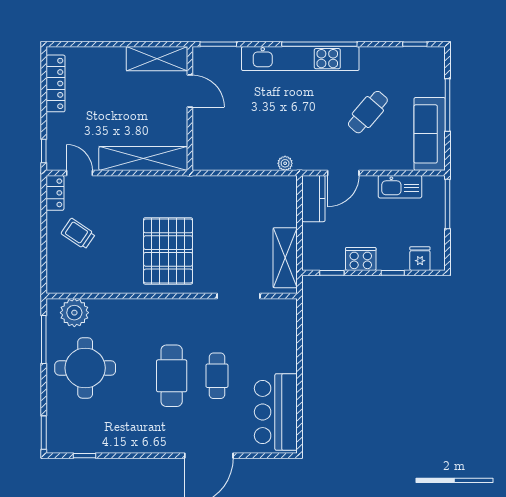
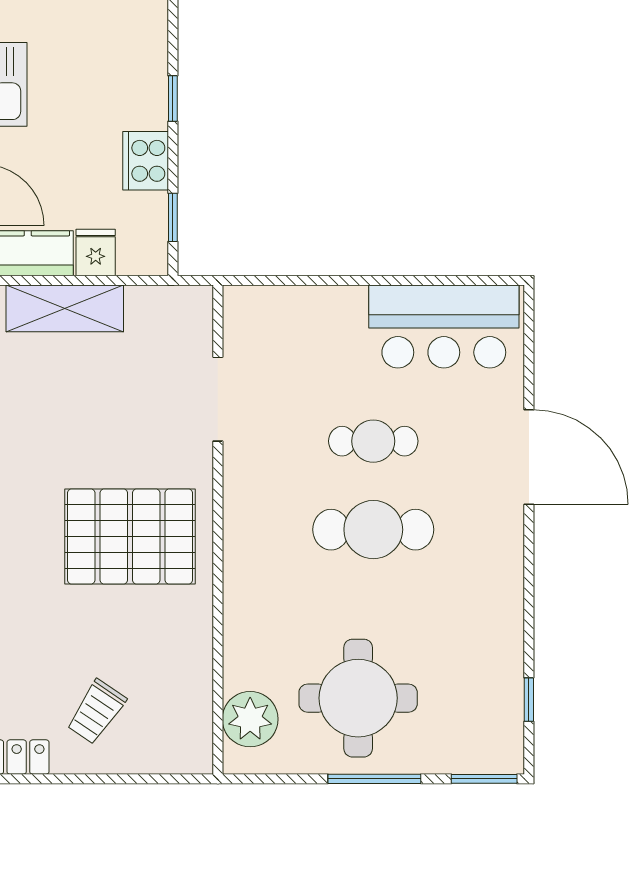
shelving: (285, 258) -> (65, 308), moved
fridge: (420, 259) -> (96, 253), moved, turned 90
window: (44, 339) -> (374, 779), moved

